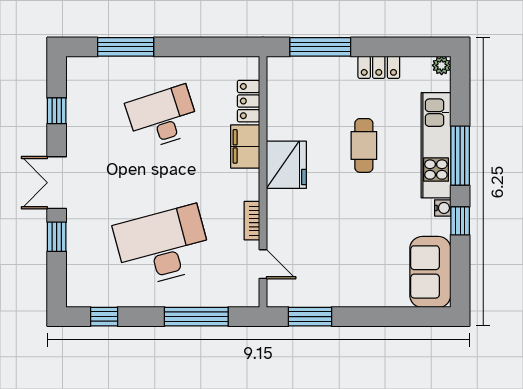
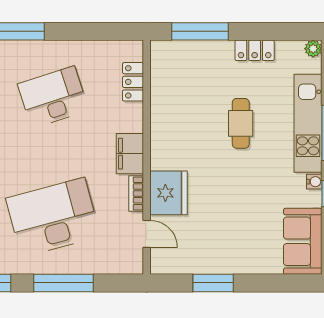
filing cabinet: (245, 146) -> (130, 154), moved
fridge: (286, 165) -> (168, 193), moved
window: (196, 317) -> (64, 283), moved
window: (310, 317) -> (213, 283), moved

